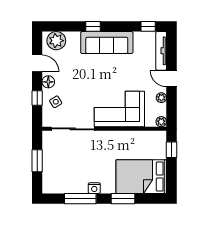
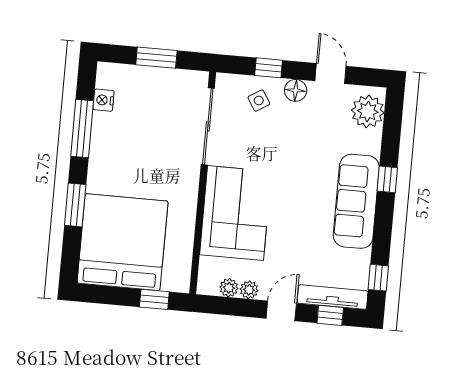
window: (172, 51) -> (330, 315), added
door: (37, 63) -> (331, 73), swing flipped
plant: (161, 122) -> (229, 288), moved
bed: (141, 177) -> (123, 242), width x1.36
nightstand: (94, 188) -> (103, 100), moved

